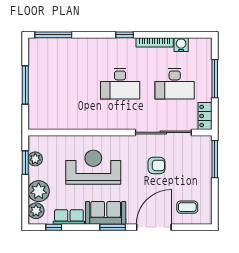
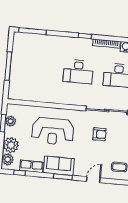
reception desk: (93, 167) -> (53, 131), turned 180
door: (154, 227) -> (93, 180), width x0.53

